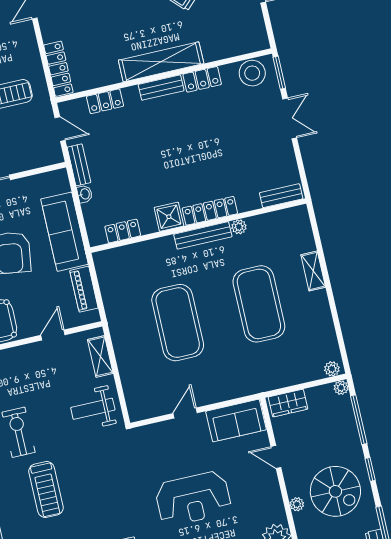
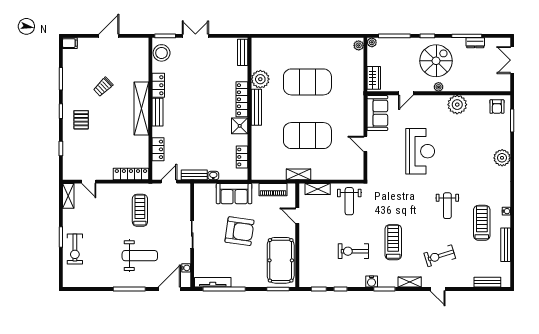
plant: (239, 227) -> (260, 79), width x1.88, depth x1.88
sofa: (64, 232) -> (234, 194), width x0.73
shelving: (313, 271) -> (299, 174), moved
treadmill: (46, 489) -> (393, 242), turned -90

